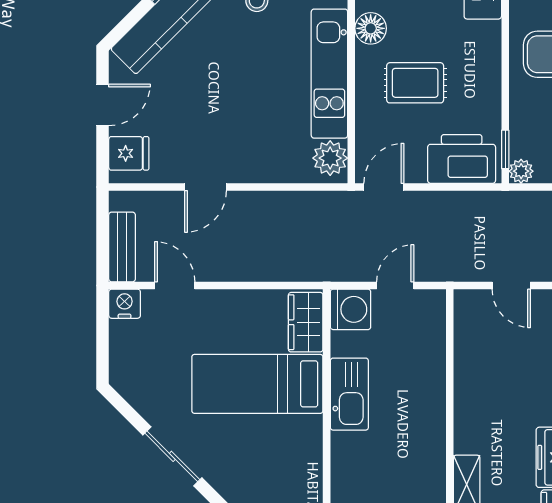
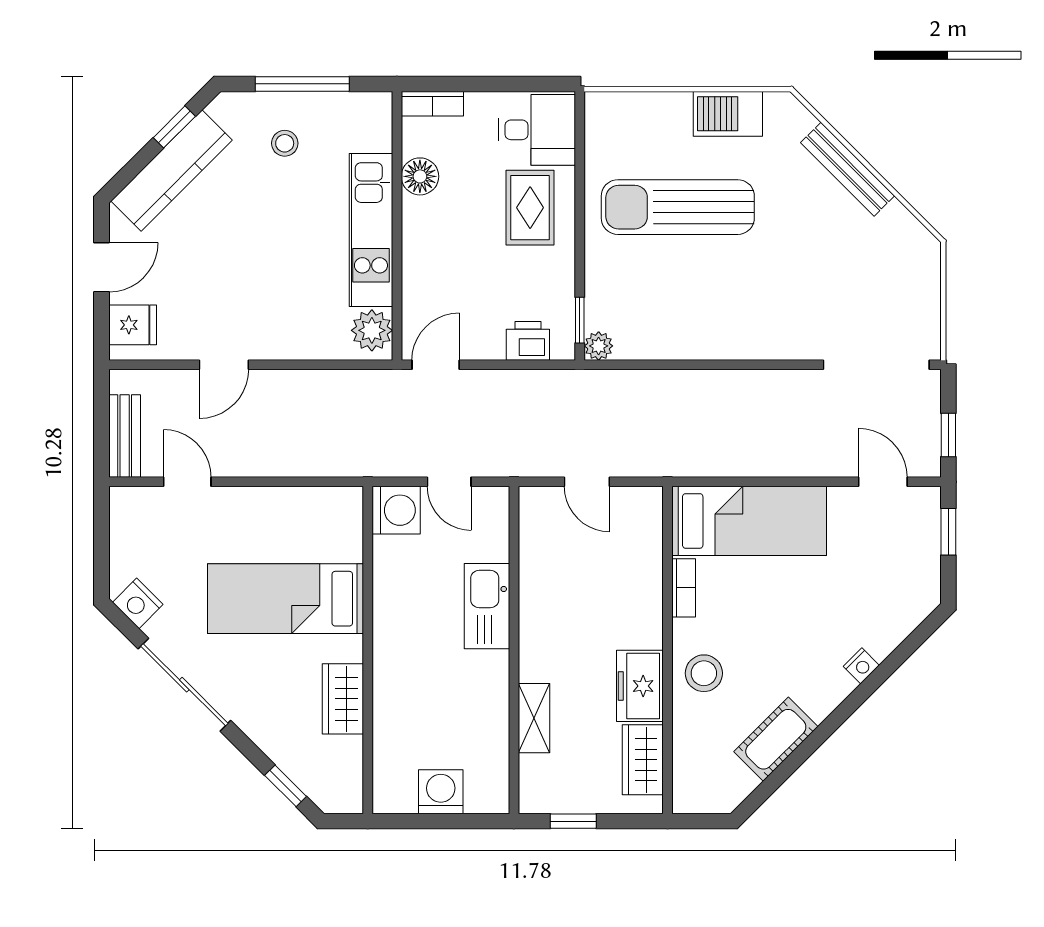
rug: (415, 83) -> (530, 208), moved, turned 90
printer: (462, 159) -> (528, 341), width x0.53, depth x0.68
door: (395, 285) -> (449, 482), swing flipped
nightstand: (125, 304) -> (138, 603), moved, turned -135
wardrobe: (306, 322) -> (343, 699), moved
kitchen sink: (349, 394) -> (487, 606), moved, turned 180
sliding door: (172, 456) -> (184, 685), width x1.37

